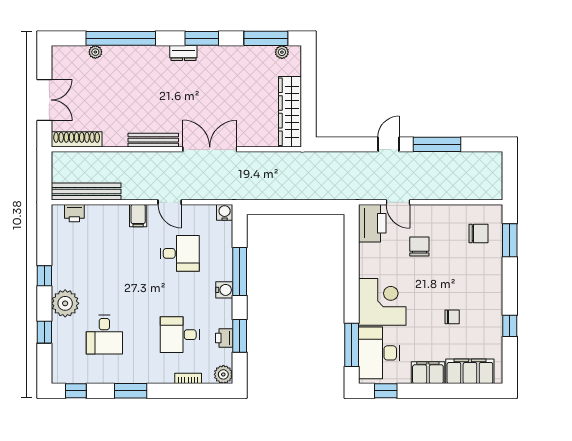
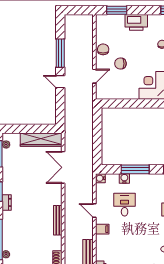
double door: (210, 149) -> (63, 167), moved
door: (170, 202) -> (94, 211), swing flipped
printer: (372, 223) -> (136, 22), moved, turned 180
chair: (478, 233) -> (103, 49), moved
water cooler: (224, 290) -> (124, 178), moved

